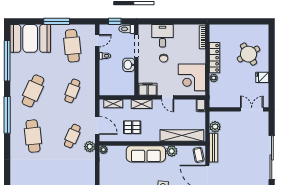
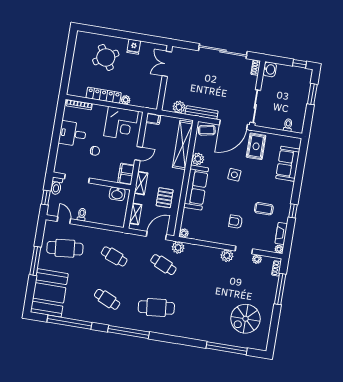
desk: (162, 36) -> (73, 134), moved
washbasin: (129, 65) -> (117, 194), moved
cafe table: (33, 91) -> (107, 299), width x0.73, depth x0.74

